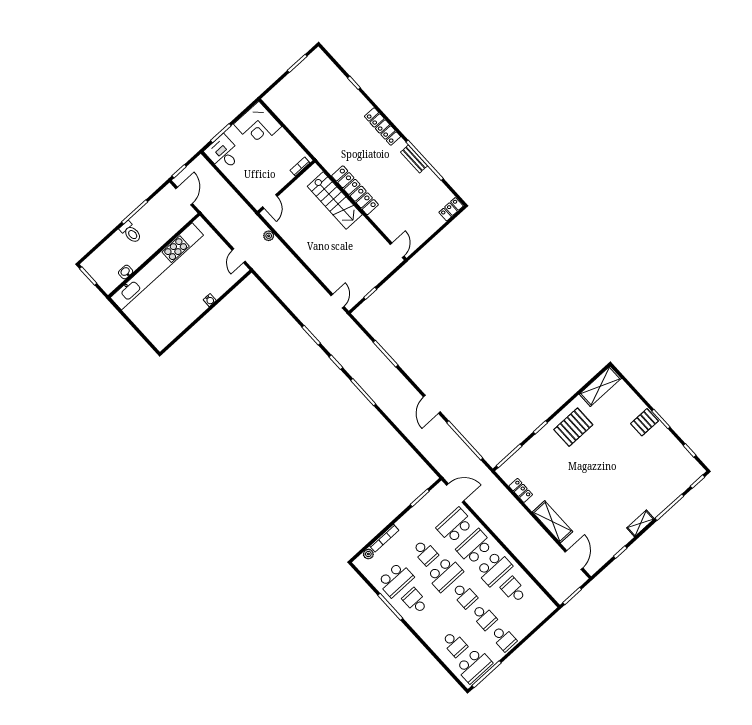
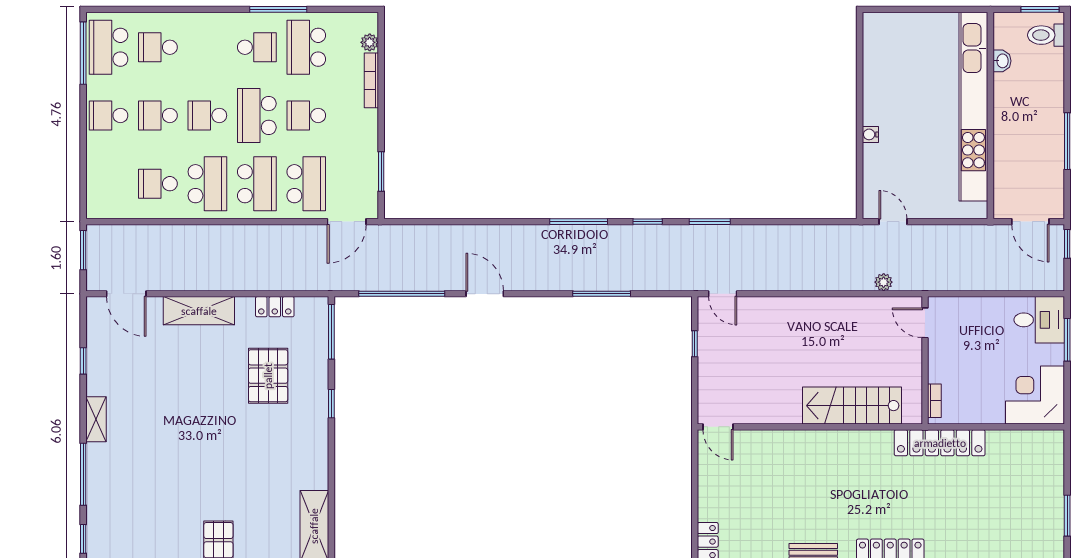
locker: (355, 190) -> (940, 443), moved
toilet: (131, 232) -> (1046, 35), moved
pallet: (573, 427) -> (268, 376), moved
school desk: (494, 568) -> (207, 184), turned 180
school desk: (514, 590) -> (158, 184), turned 180

